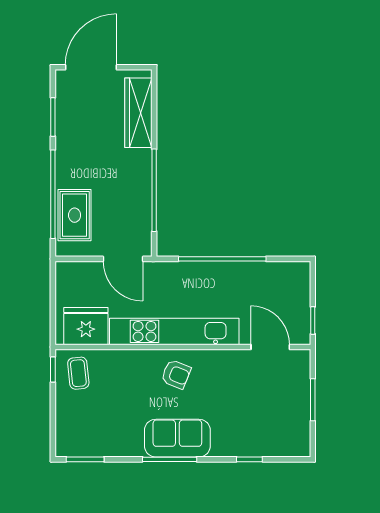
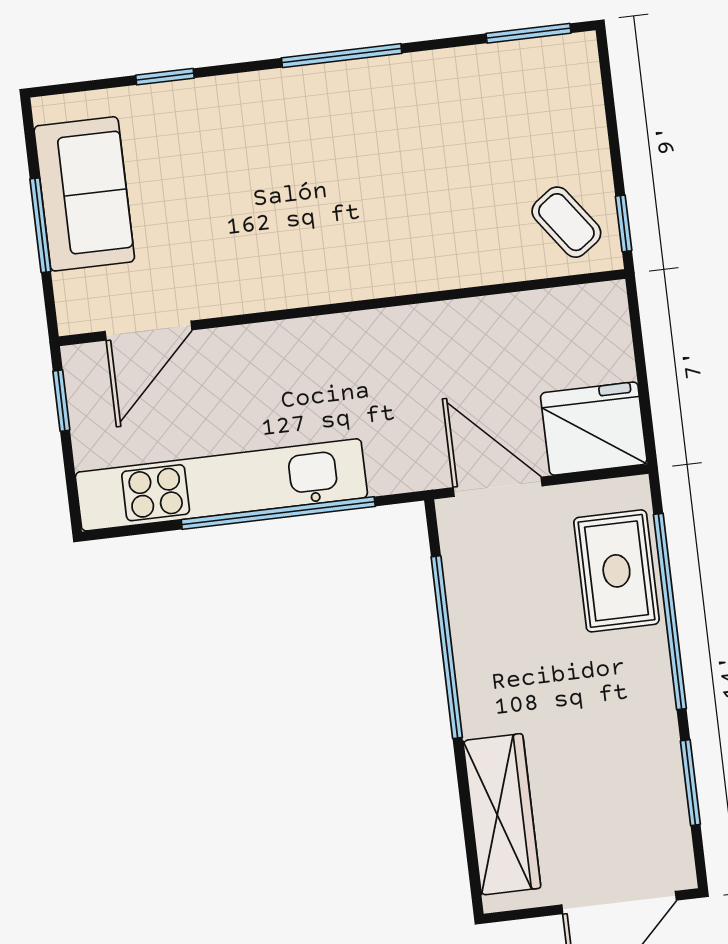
fridge: (86, 326) -> (594, 429), moved, turned 180
kitchen unit: (174, 331) -> (221, 485), moved, turned 180
door: (270, 347) -> (149, 331), hinge flipped
coffee table: (78, 373) -> (566, 222), turned -30
armchair: (176, 374) -> (350, 246), removed
sofa: (177, 438) -> (84, 194), moved, turned -90

